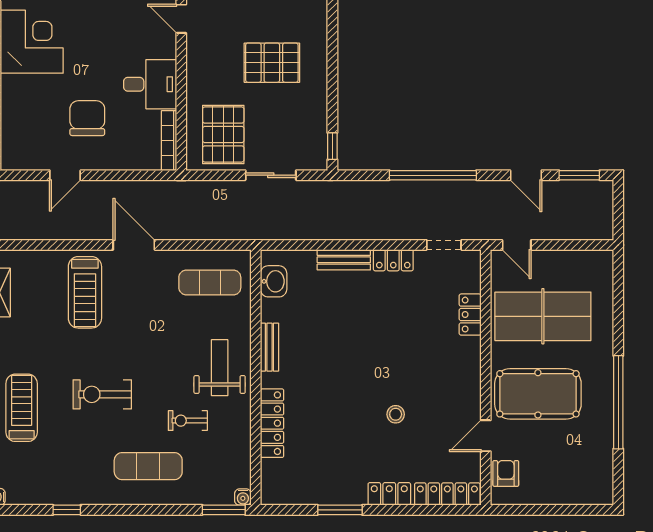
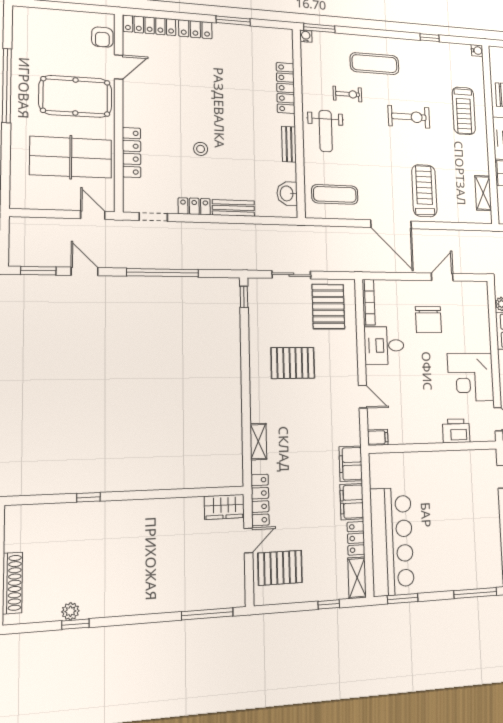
door: (134, 245) -> (391, 224), width x1.36
locker: (470, 315) -> (132, 152), width x1.53
stool: (396, 414) -> (201, 149), moved

